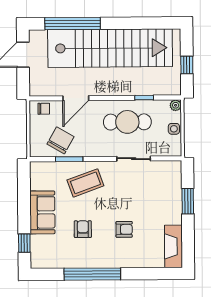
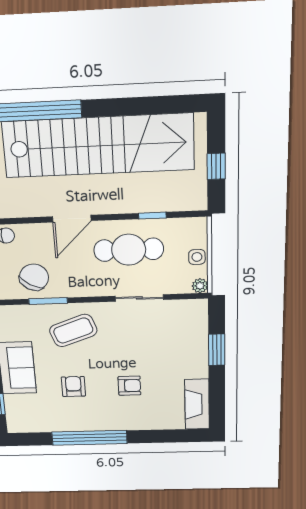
door: (76, 98) -> (72, 219), moved
plant: (176, 105) -> (200, 286), moved

